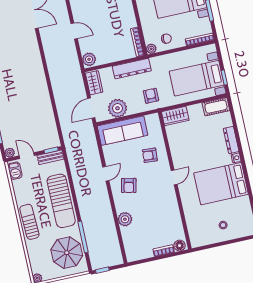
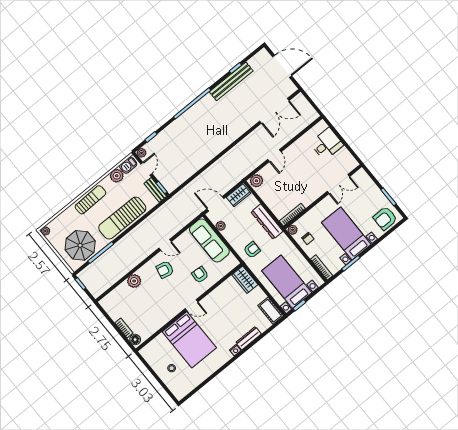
plant: (118, 108) -> (221, 226), width x0.53, depth x0.53
bed: (221, 184) -> (189, 340), moved, turned 180
plant: (19, 186) -> (117, 176), added

